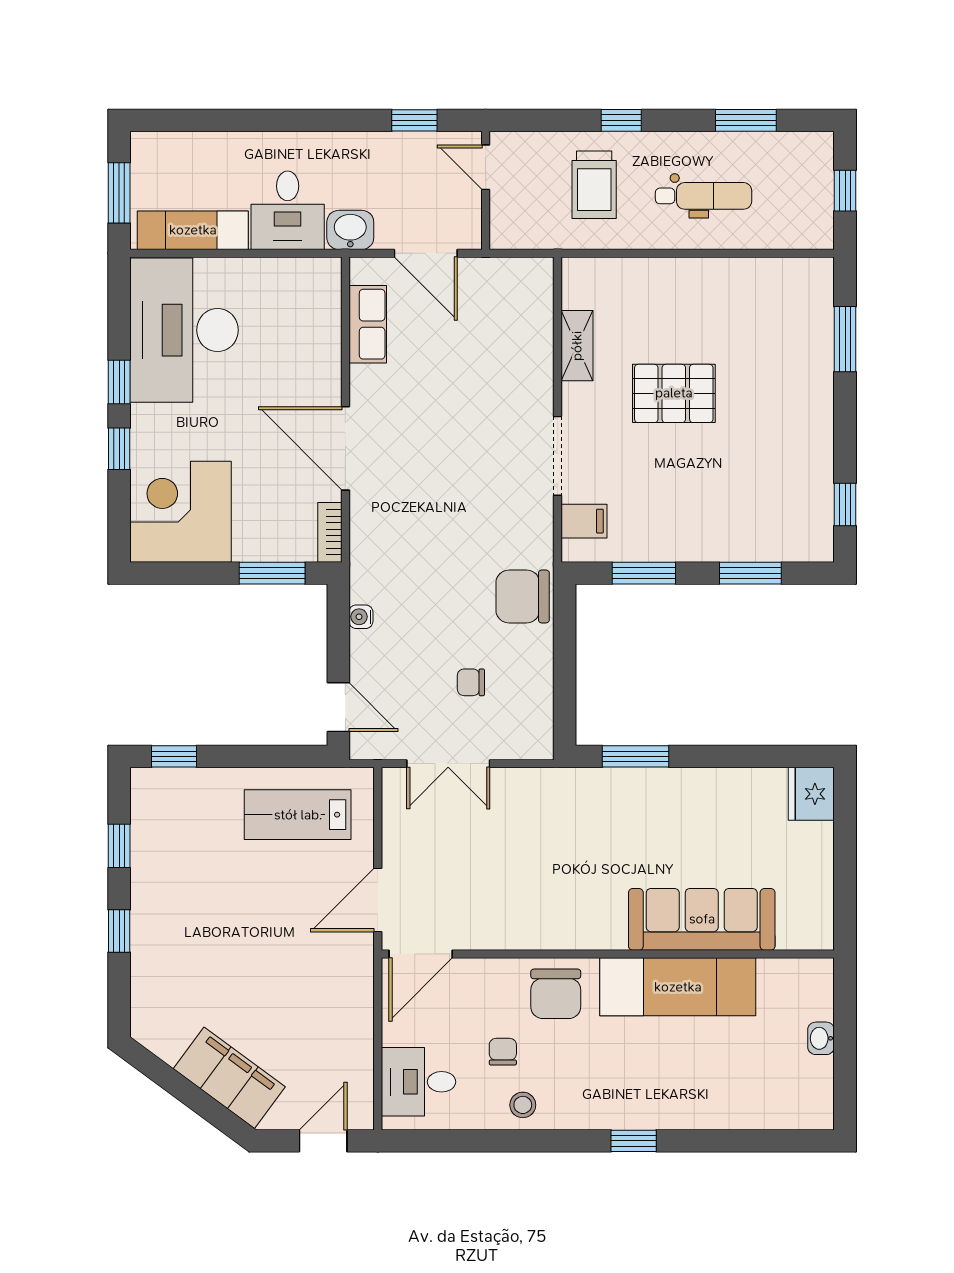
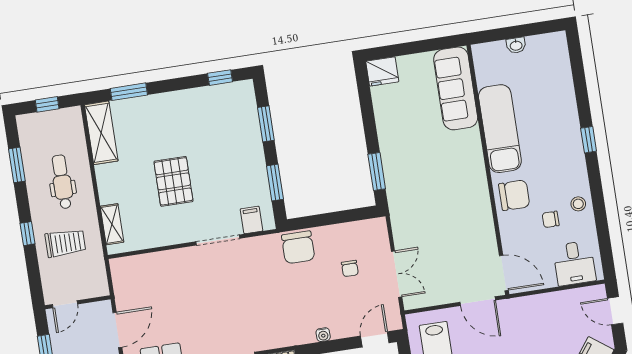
shelving: (780, 279) -> (101, 133), added
shelving: (577, 346) -> (112, 224), moved, turned 90
sofa: (702, 919) -> (456, 88), moved

